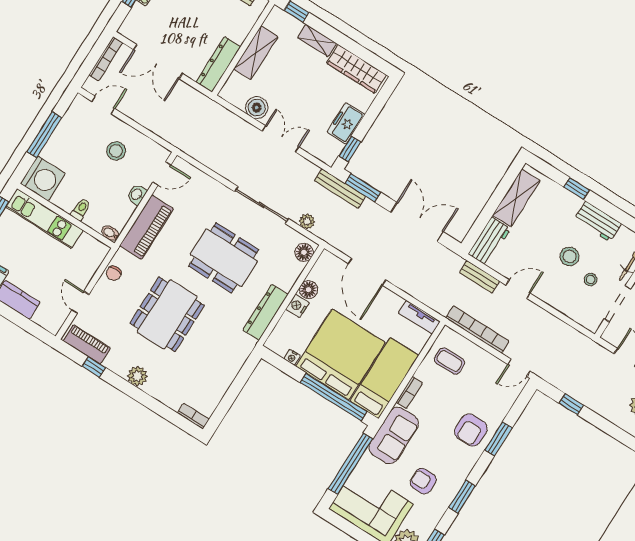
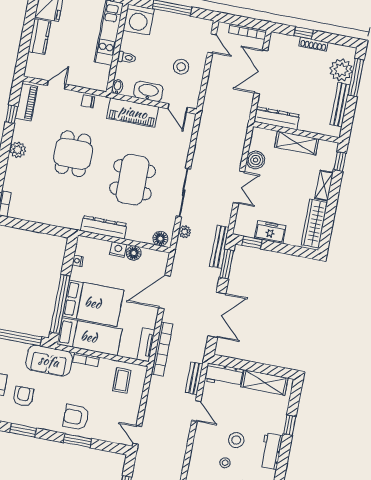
washbasin: (137, 194) -> (148, 91), width x1.91, depth x1.45
dining table: (167, 314) -> (73, 154), width x0.73
bookcase: (477, 329) -> (162, 349), moved
bed: (340, 354) -> (93, 303), width x0.73

